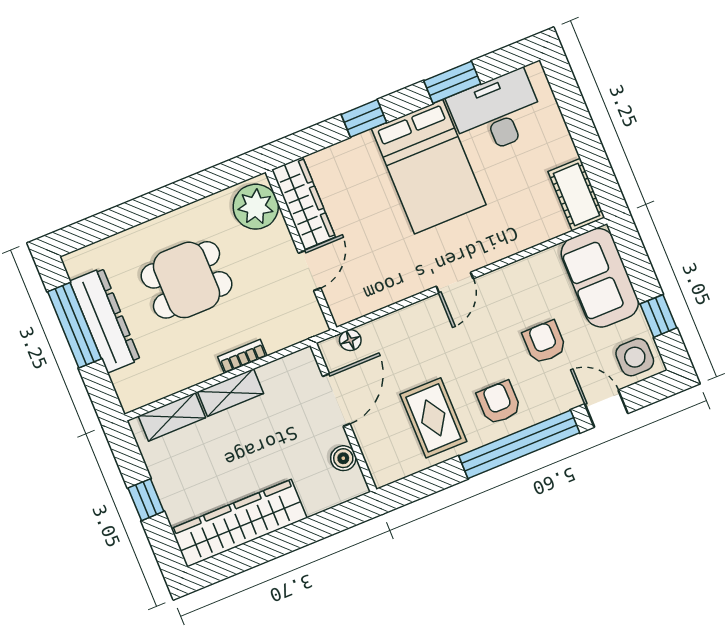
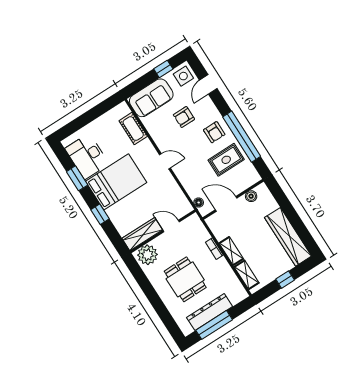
cot: (576, 195) -> (133, 129), moved, turned 90
armchair: (499, 403) -> (214, 132), turned -90
window: (519, 444) -> (242, 137), moved

